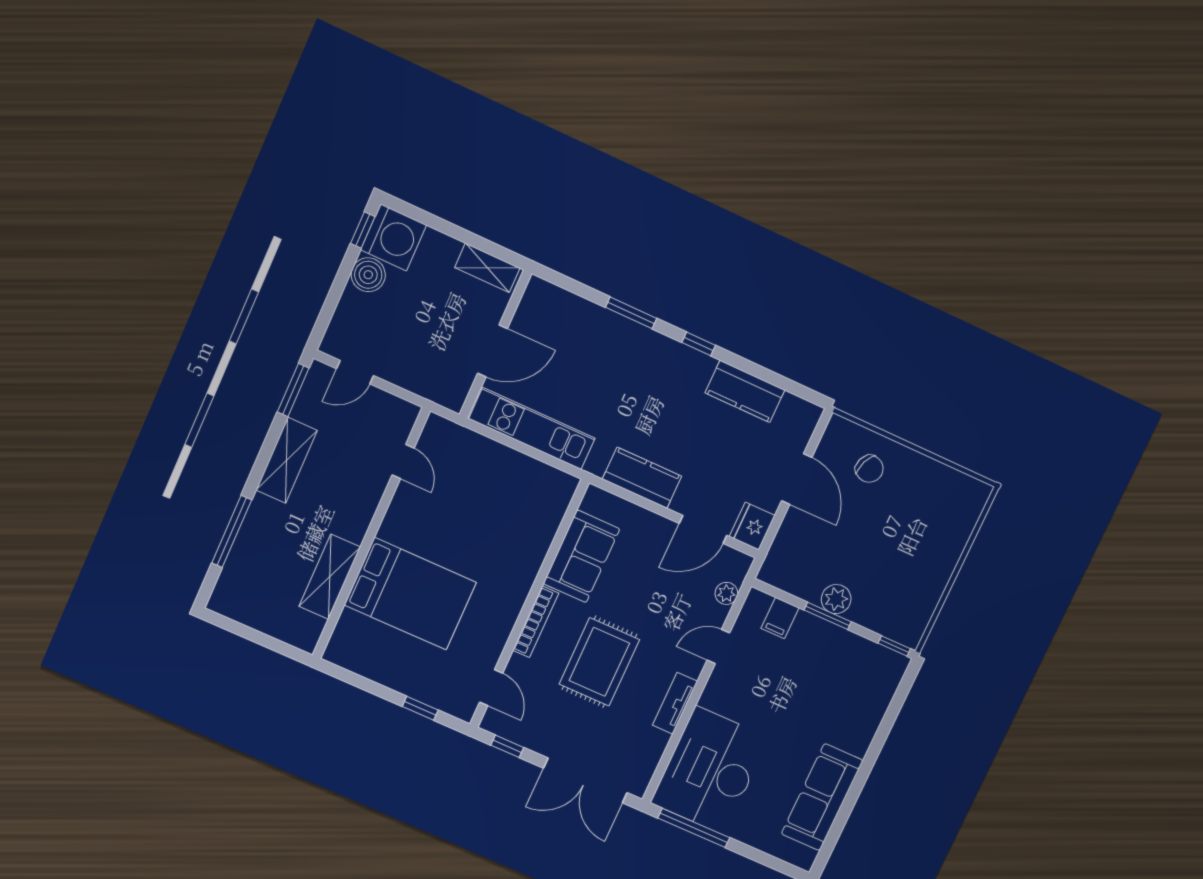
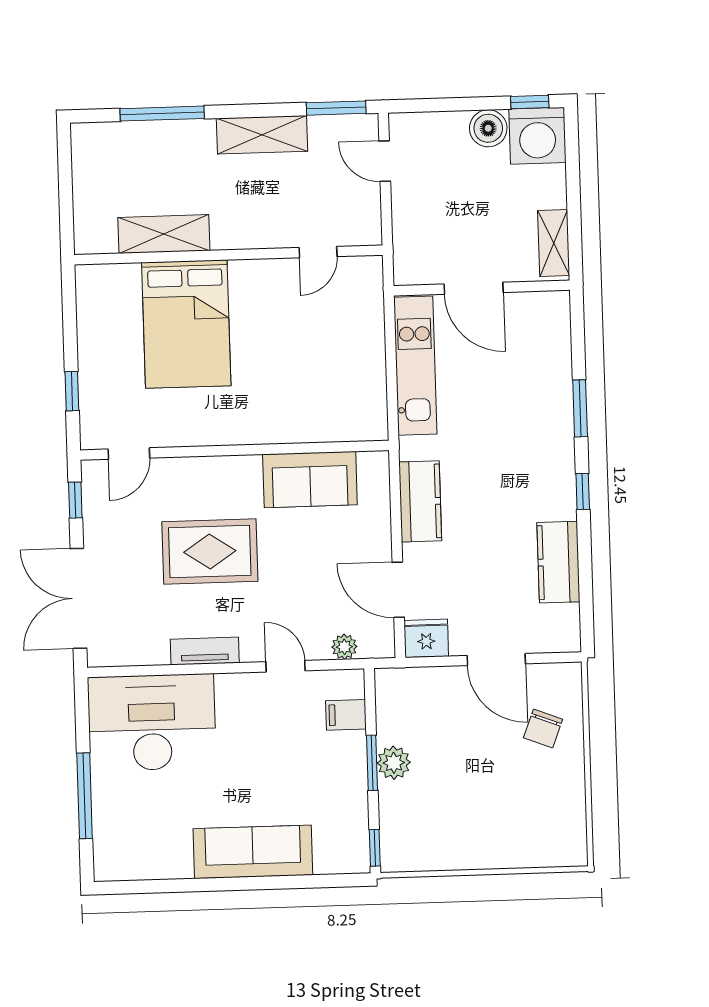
door: (797, 479) -> (496, 660), hinge flipped
bookcase: (536, 622) -> (220, 466), removed
sofa: (822, 797) -> (253, 852), moved
window: (694, 828) -> (85, 796), moved

